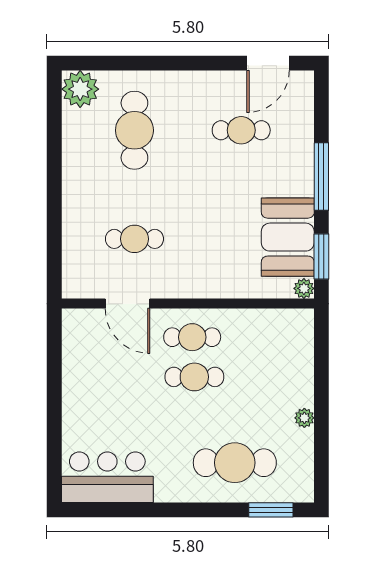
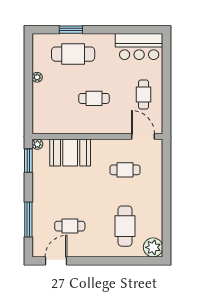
window: (321, 177) -> (28, 219), moved
booth: (288, 237) -> (70, 153), moved, turned 90
door: (127, 304) -> (143, 136), moved
cafe table: (192, 337) -> (144, 95), moved, turned 90
window: (271, 510) -> (71, 30), moved

